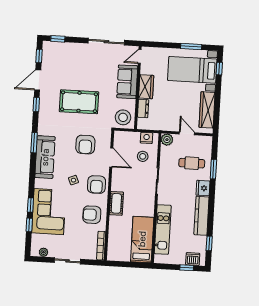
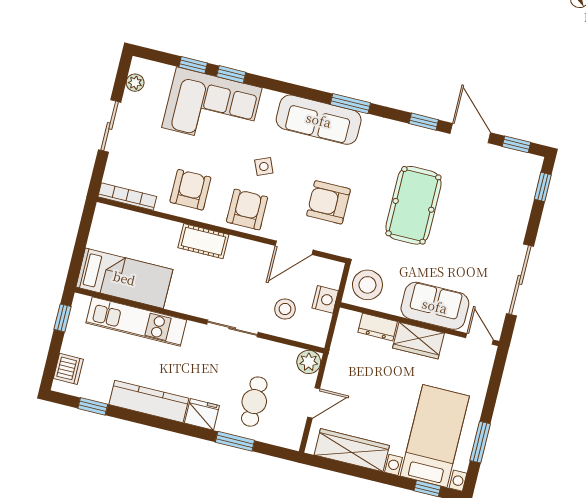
nightstand: (147, 138) -> (325, 299), moved
armchair: (96, 185) -> (247, 209), turned 90
window: (187, 268) -> (63, 318), moved

